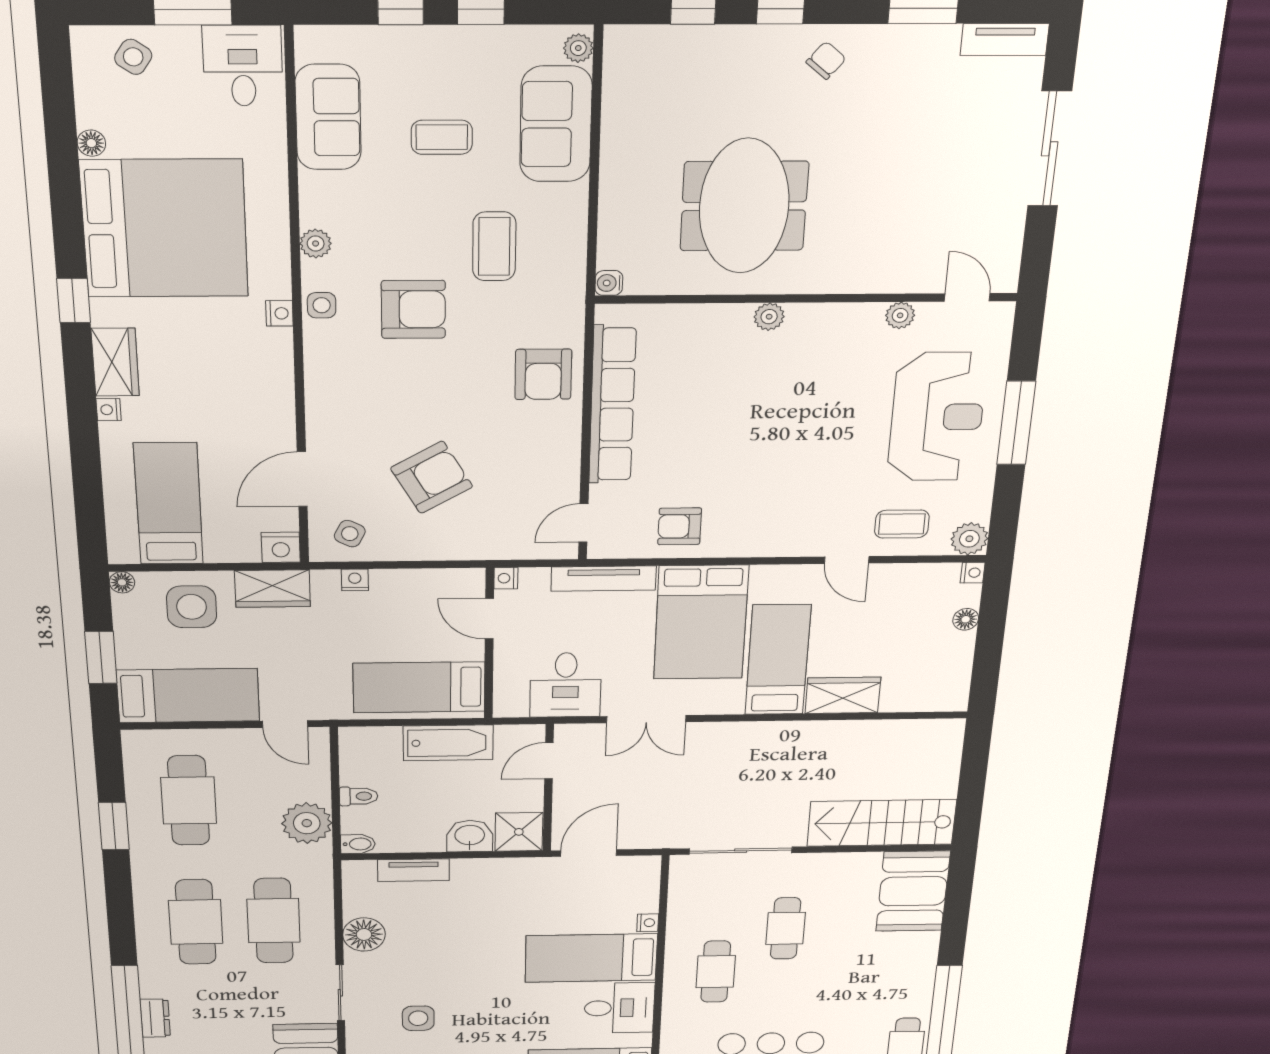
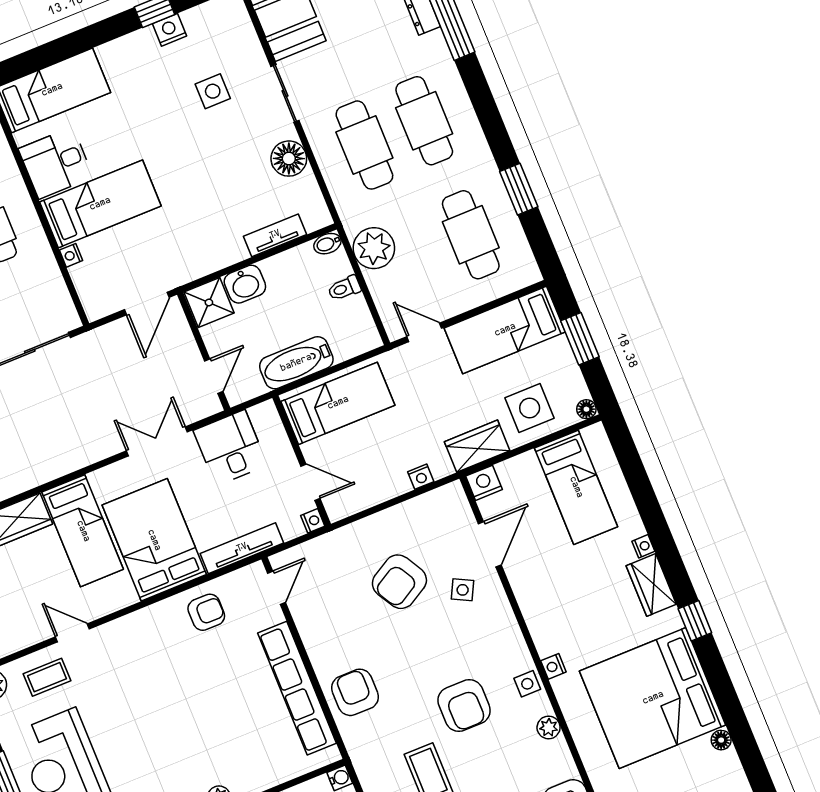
armchair: (413, 309) -> (464, 705), turned -90
side table: (350, 534) -> (463, 590), moved

